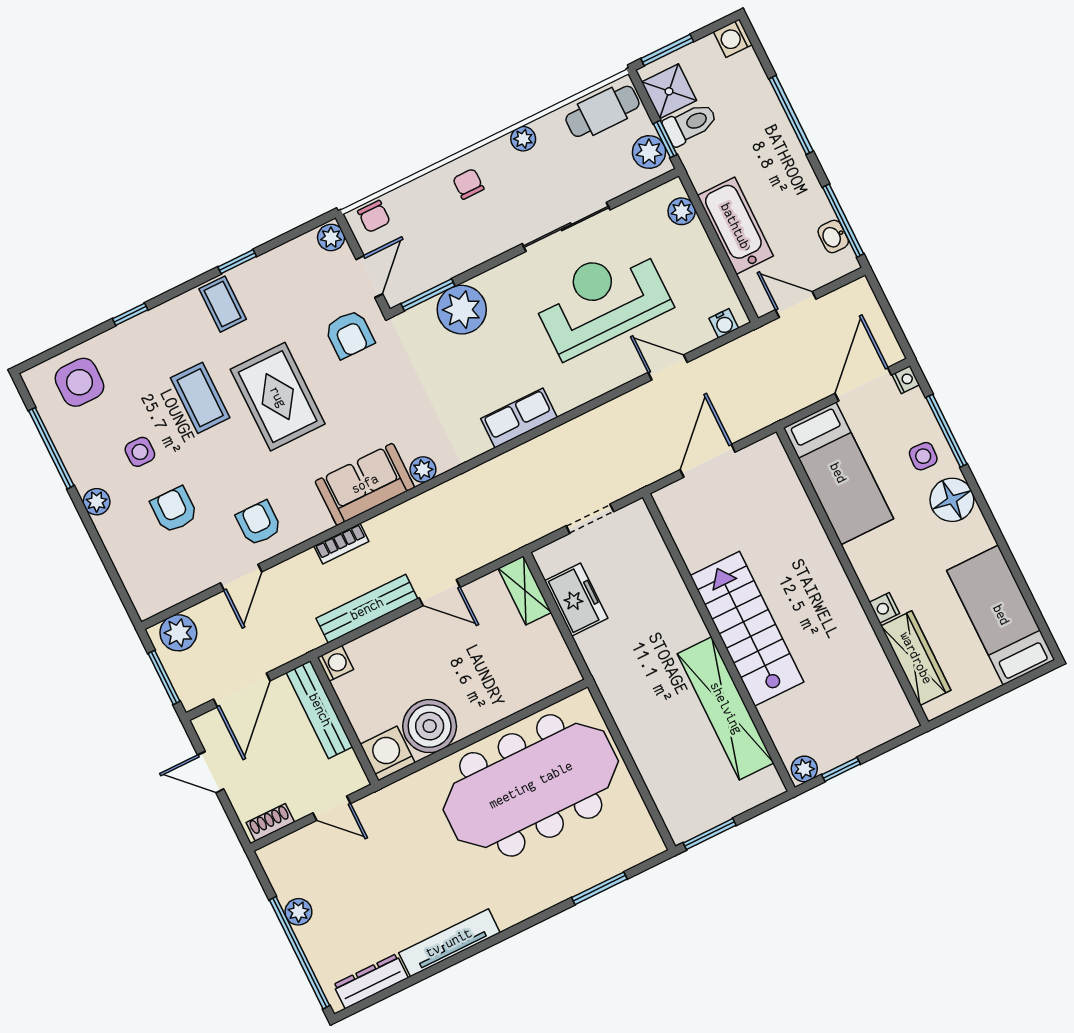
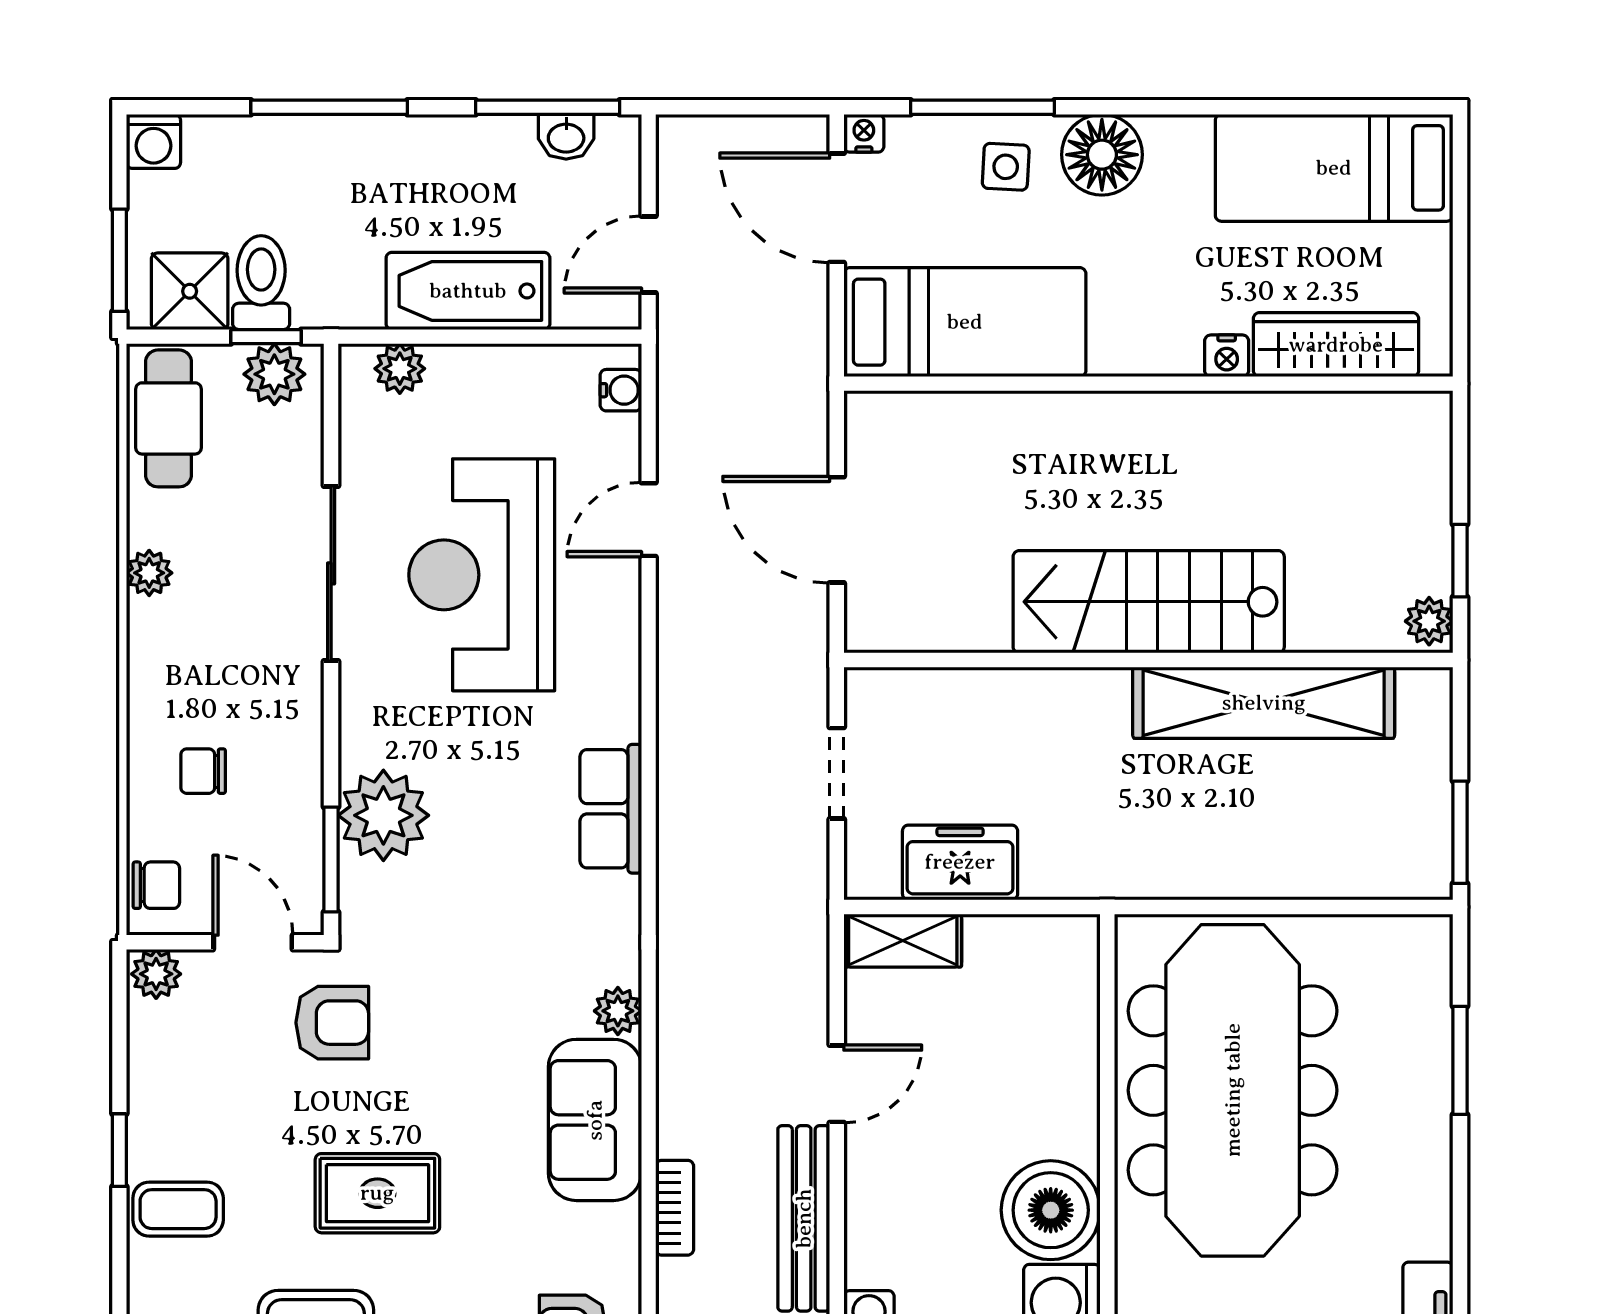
chair: (468, 184) -> (203, 771), moved
rug: (278, 397) -> (377, 1193), width x0.73, depth x0.70

